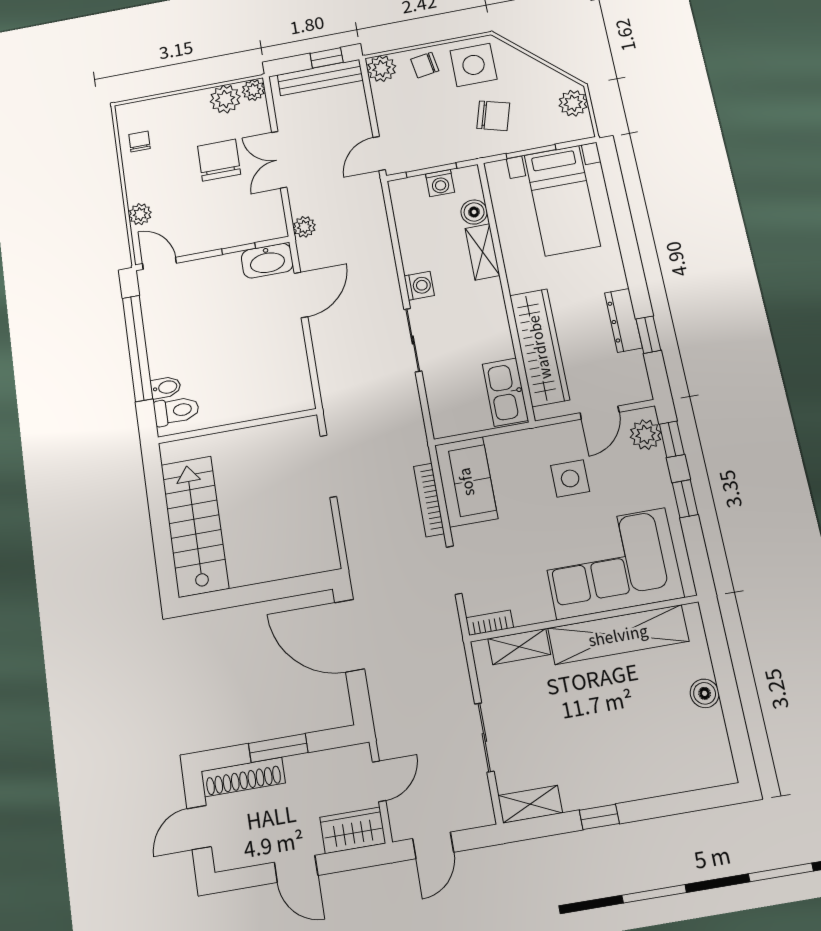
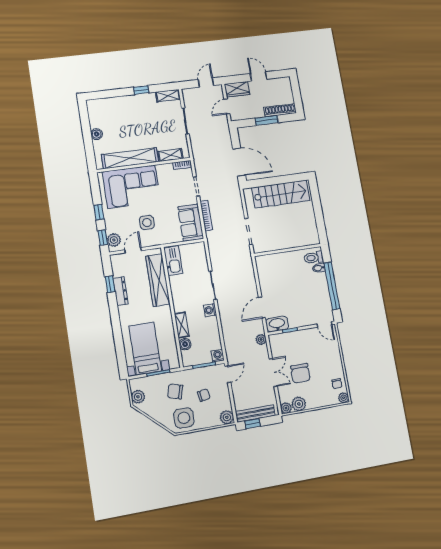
chair: (425, 65) -> (204, 395), moved
washing machine: (440, 183) -> (218, 356), moved
plant: (140, 214) -> (344, 398), moved
stairs: (195, 526) -> (281, 194), moved, turned -90
door: (199, 828) -> (296, 93), removed

